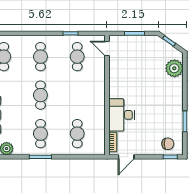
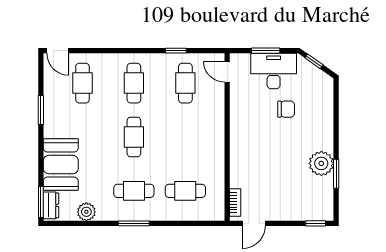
plant: (174, 68) -> (321, 163), moved
desk: (122, 115) -> (274, 71), moved, turned 90
cafe table: (40, 134) -> (134, 191), turned 90
cafe table: (77, 134) -> (185, 191), turned 90
chair: (168, 144) -> (286, 109), moved

